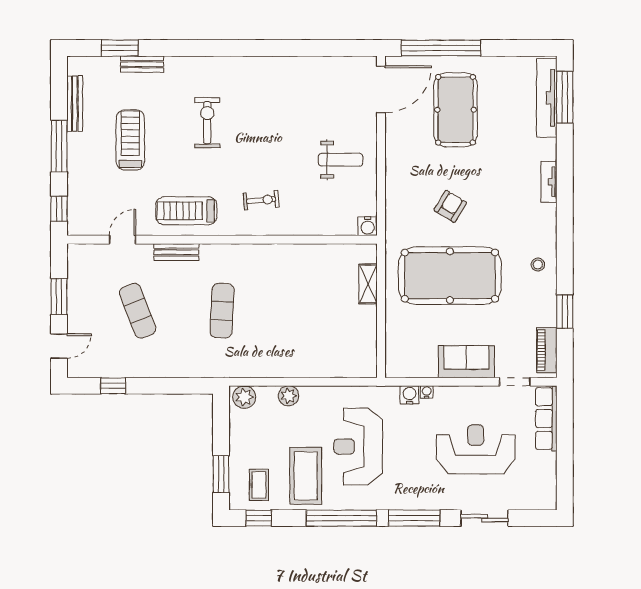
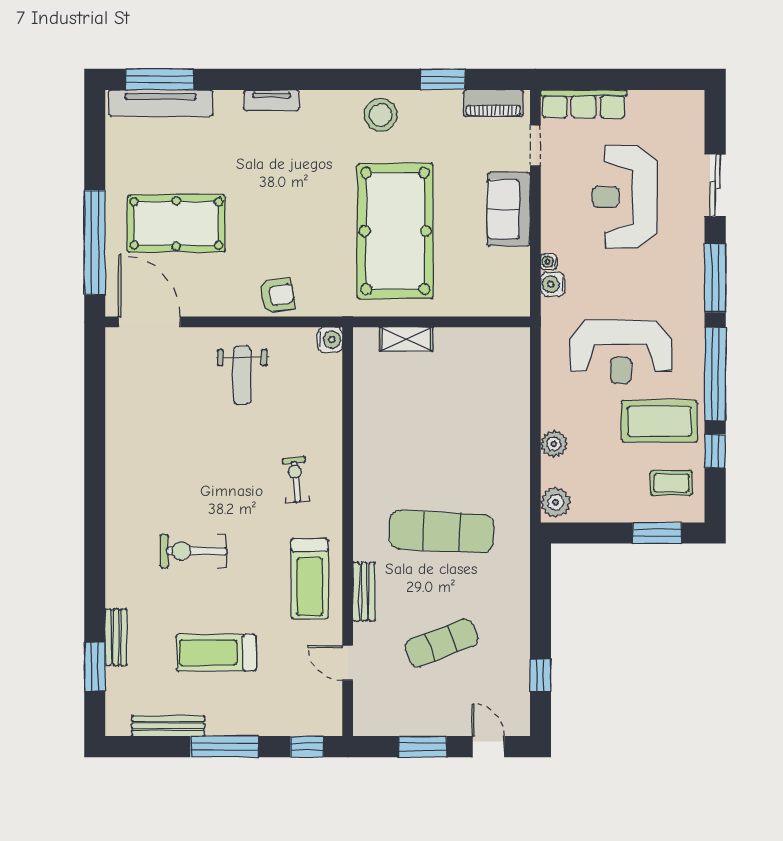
weight bench: (341, 160) -> (242, 375), turned 180
armchair: (450, 206) -> (277, 295), moved, turned 140
stool: (538, 265) -> (381, 115), width x1.89, depth x1.89
exercise mat: (222, 311) -> (441, 532), width x1.36, depth x1.45
window: (259, 518) -> (715, 451), moved

